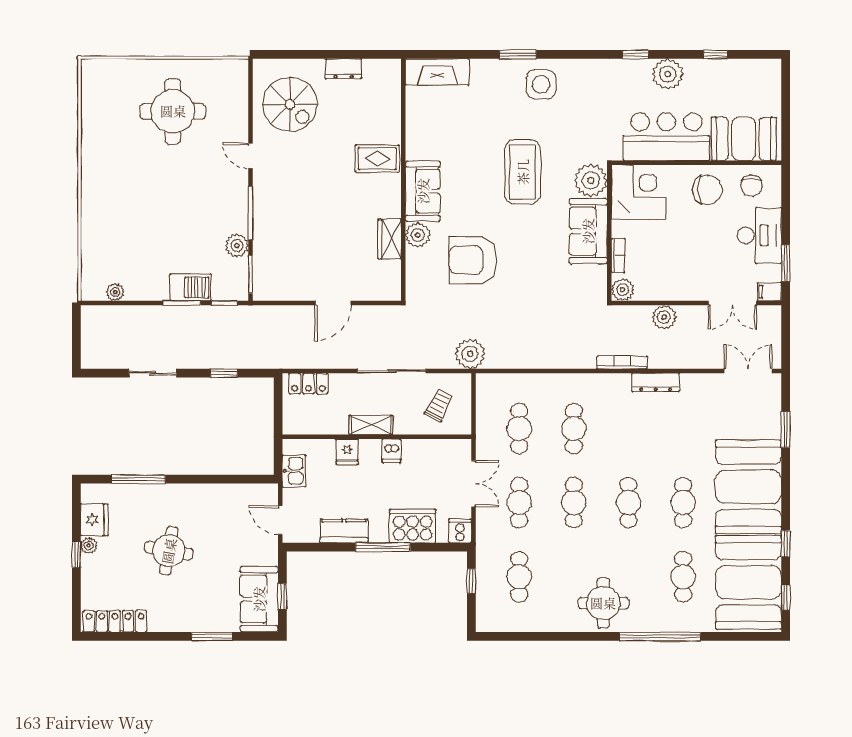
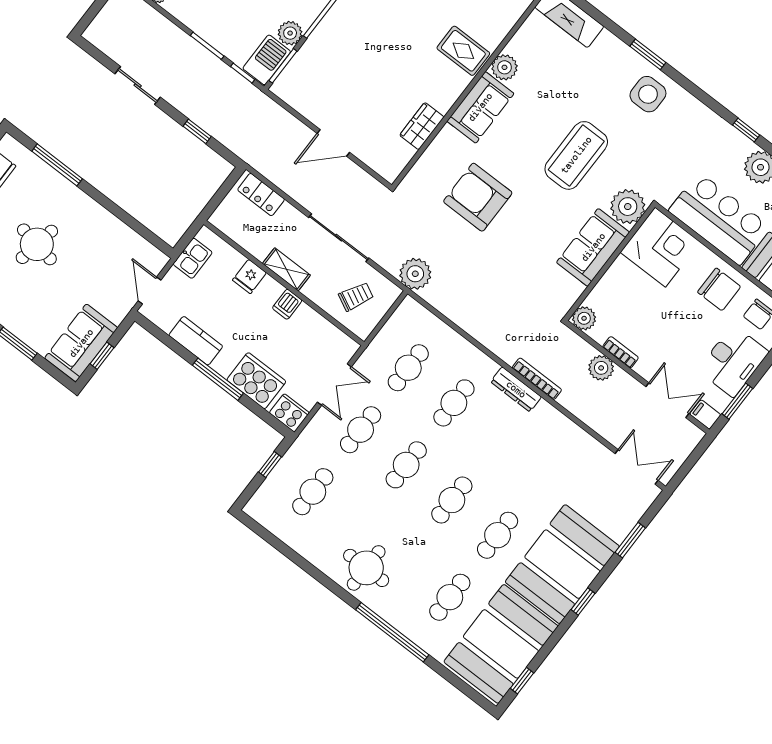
plant: (418, 235) -> (504, 67), moved
bookcase: (618, 255) -> (620, 352), moved, turned -90
barbecue: (191, 287) -> (267, 60), moved, turned -90
double door: (733, 303) -> (667, 400), swing flipped
dresser: (656, 382) -> (516, 389), moved
cooker: (460, 531) -> (289, 413), width x1.36
window: (786, 544) -> (583, 601), moved

